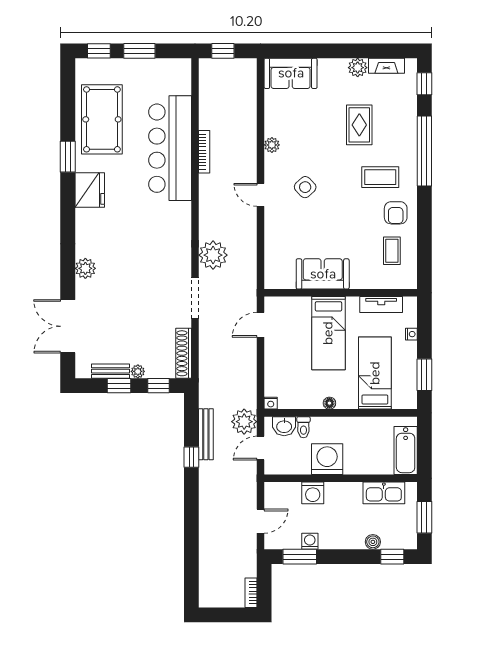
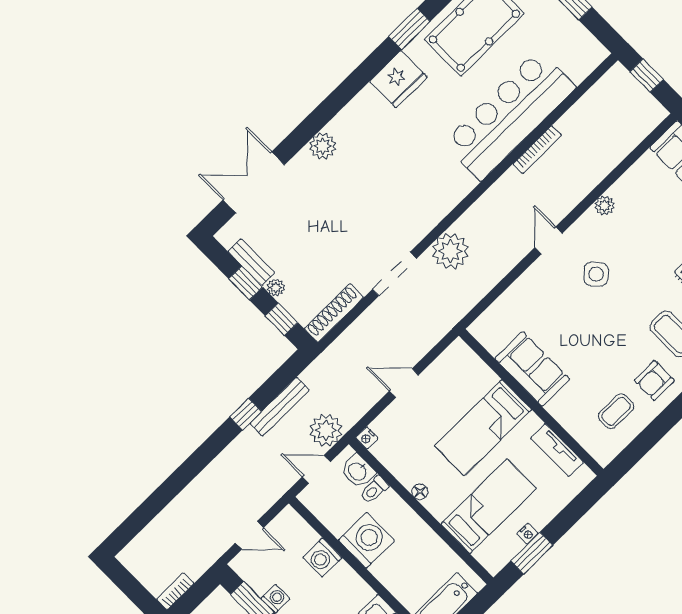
door: (261, 325) -> (404, 383), moved
nightstand: (411, 334) -> (527, 534), moved

